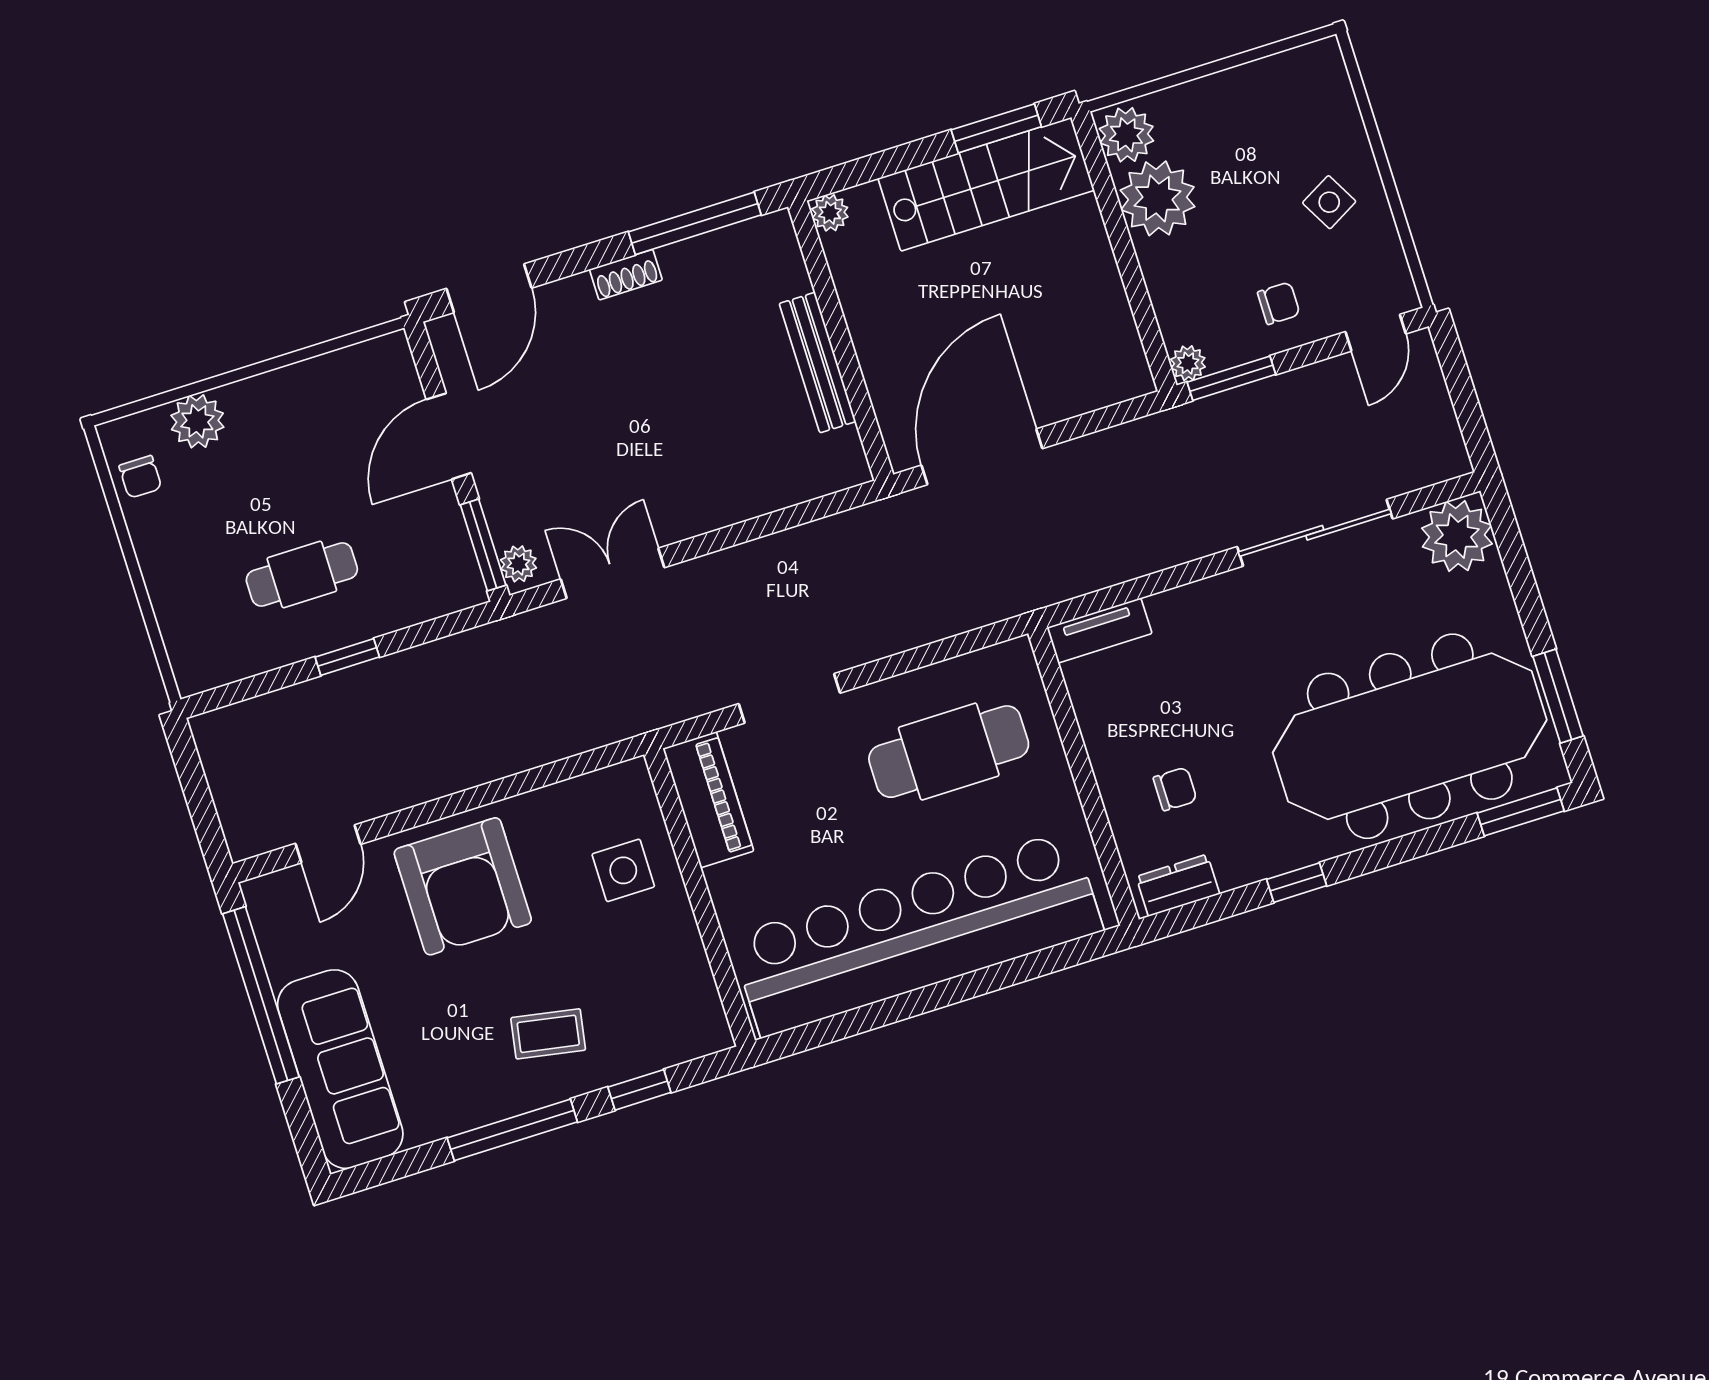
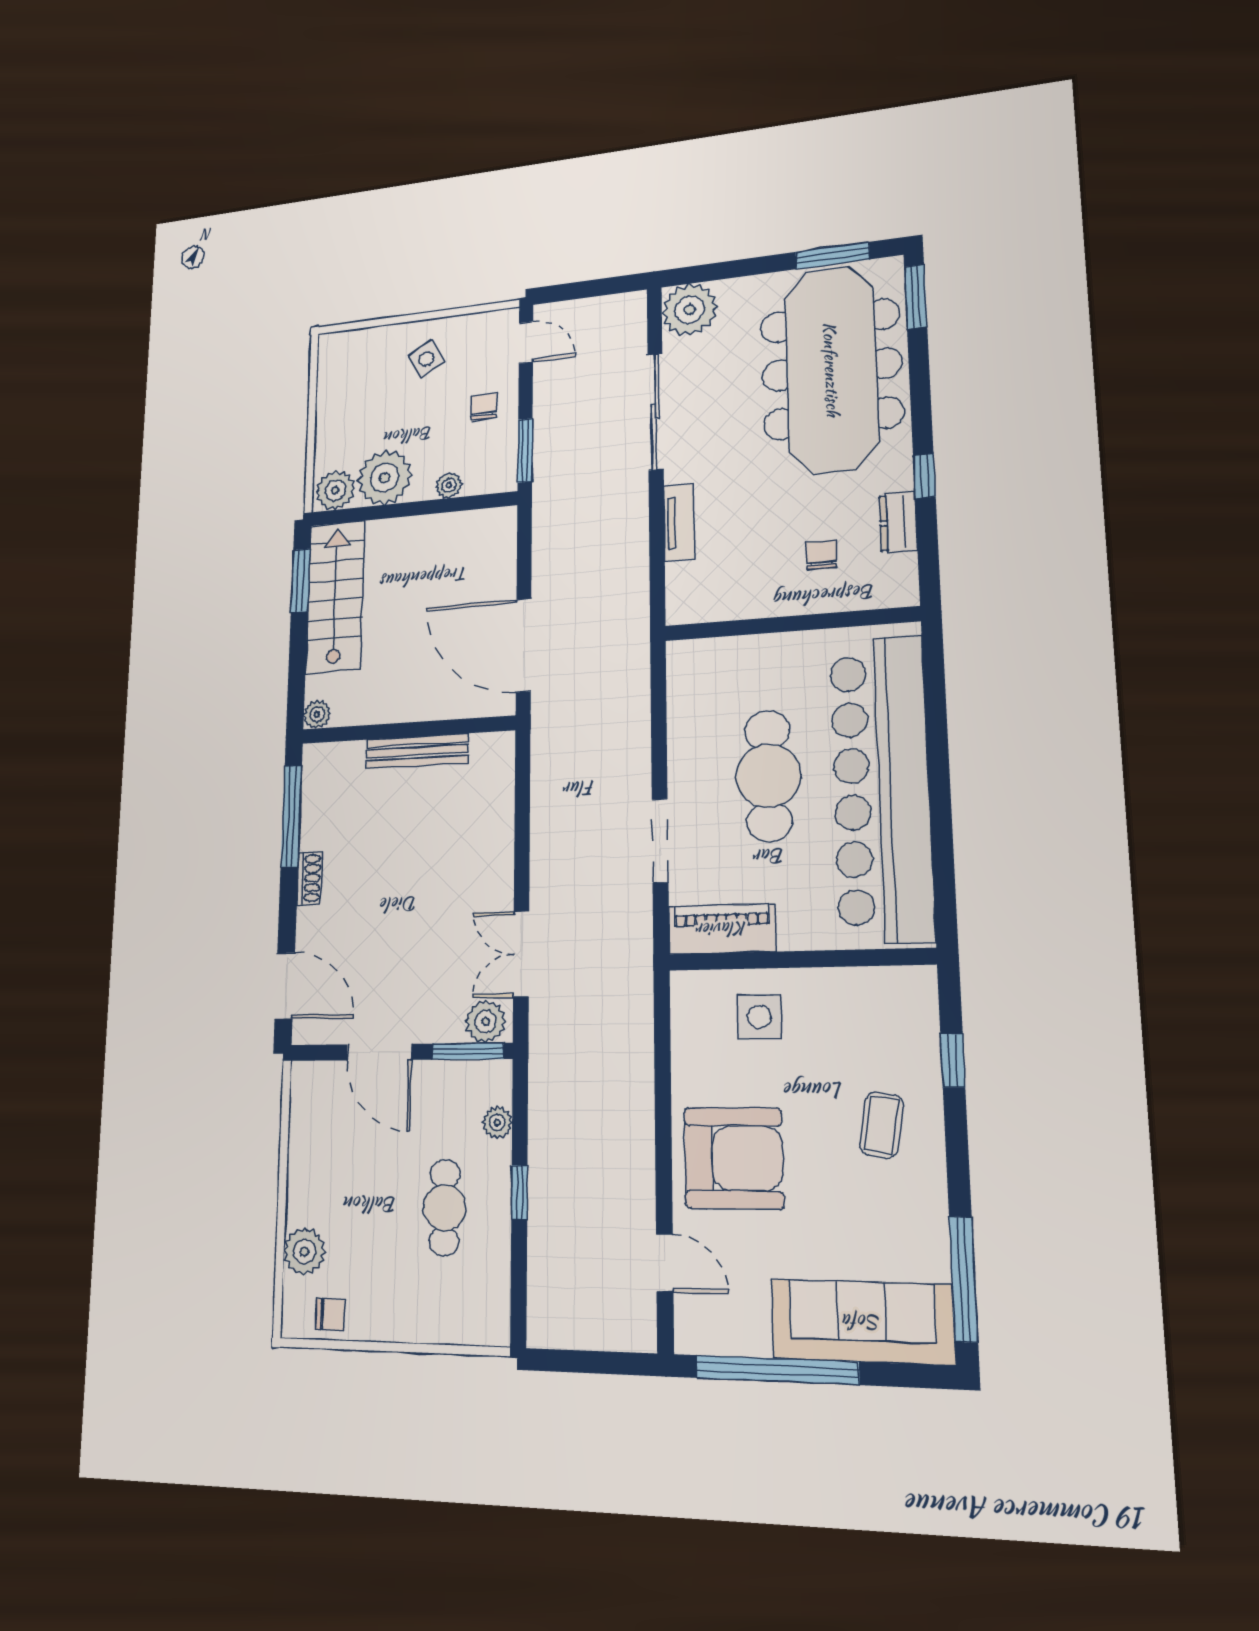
plant: (1188, 363) -> (449, 485), moved
plant: (518, 564) -> (485, 1022), width x1.38, depth x1.38
plant: (415, 606) -> (497, 1122), added
tv unit: (1099, 630) -> (679, 522), moved
cafe table: (949, 752) -> (768, 776), moved
dresser: (1178, 885) -> (898, 522), moved
window: (512, 1130) -> (963, 1279), moved

